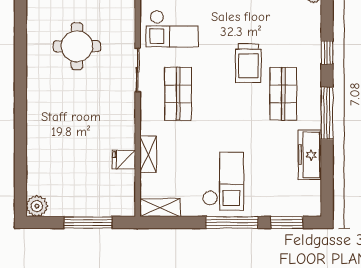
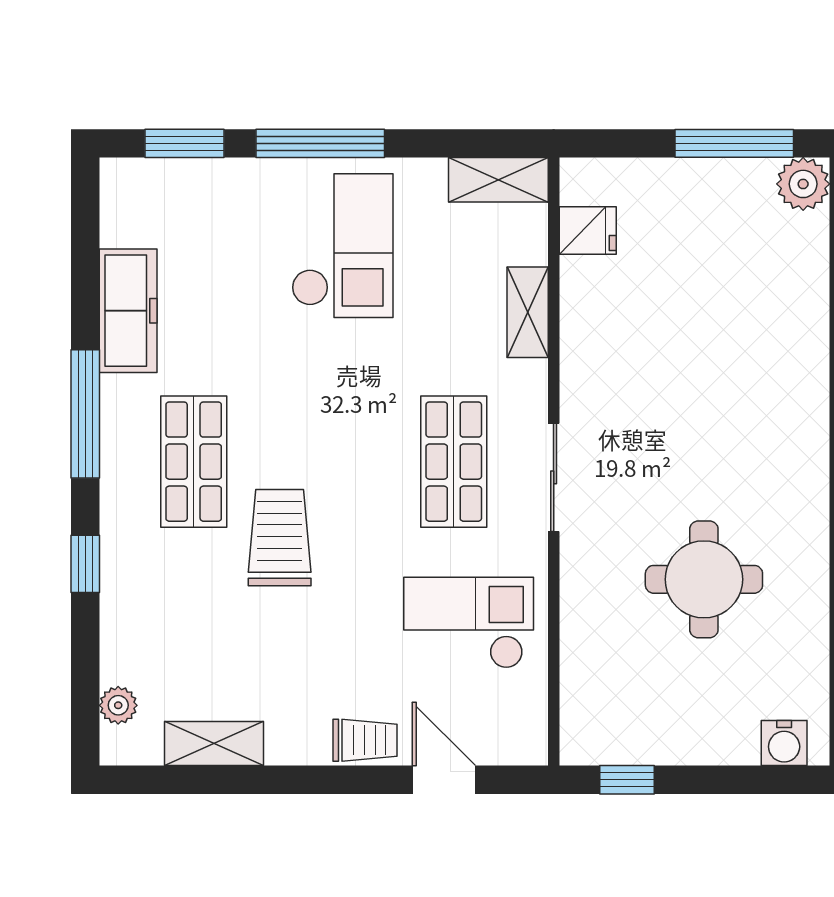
sliding door: (138, 70) -> (554, 477), moved
fridge: (124, 160) -> (588, 231), moved
checkout: (223, 181) -> (342, 246), turned 180
window: (88, 222) -> (734, 143), moved

